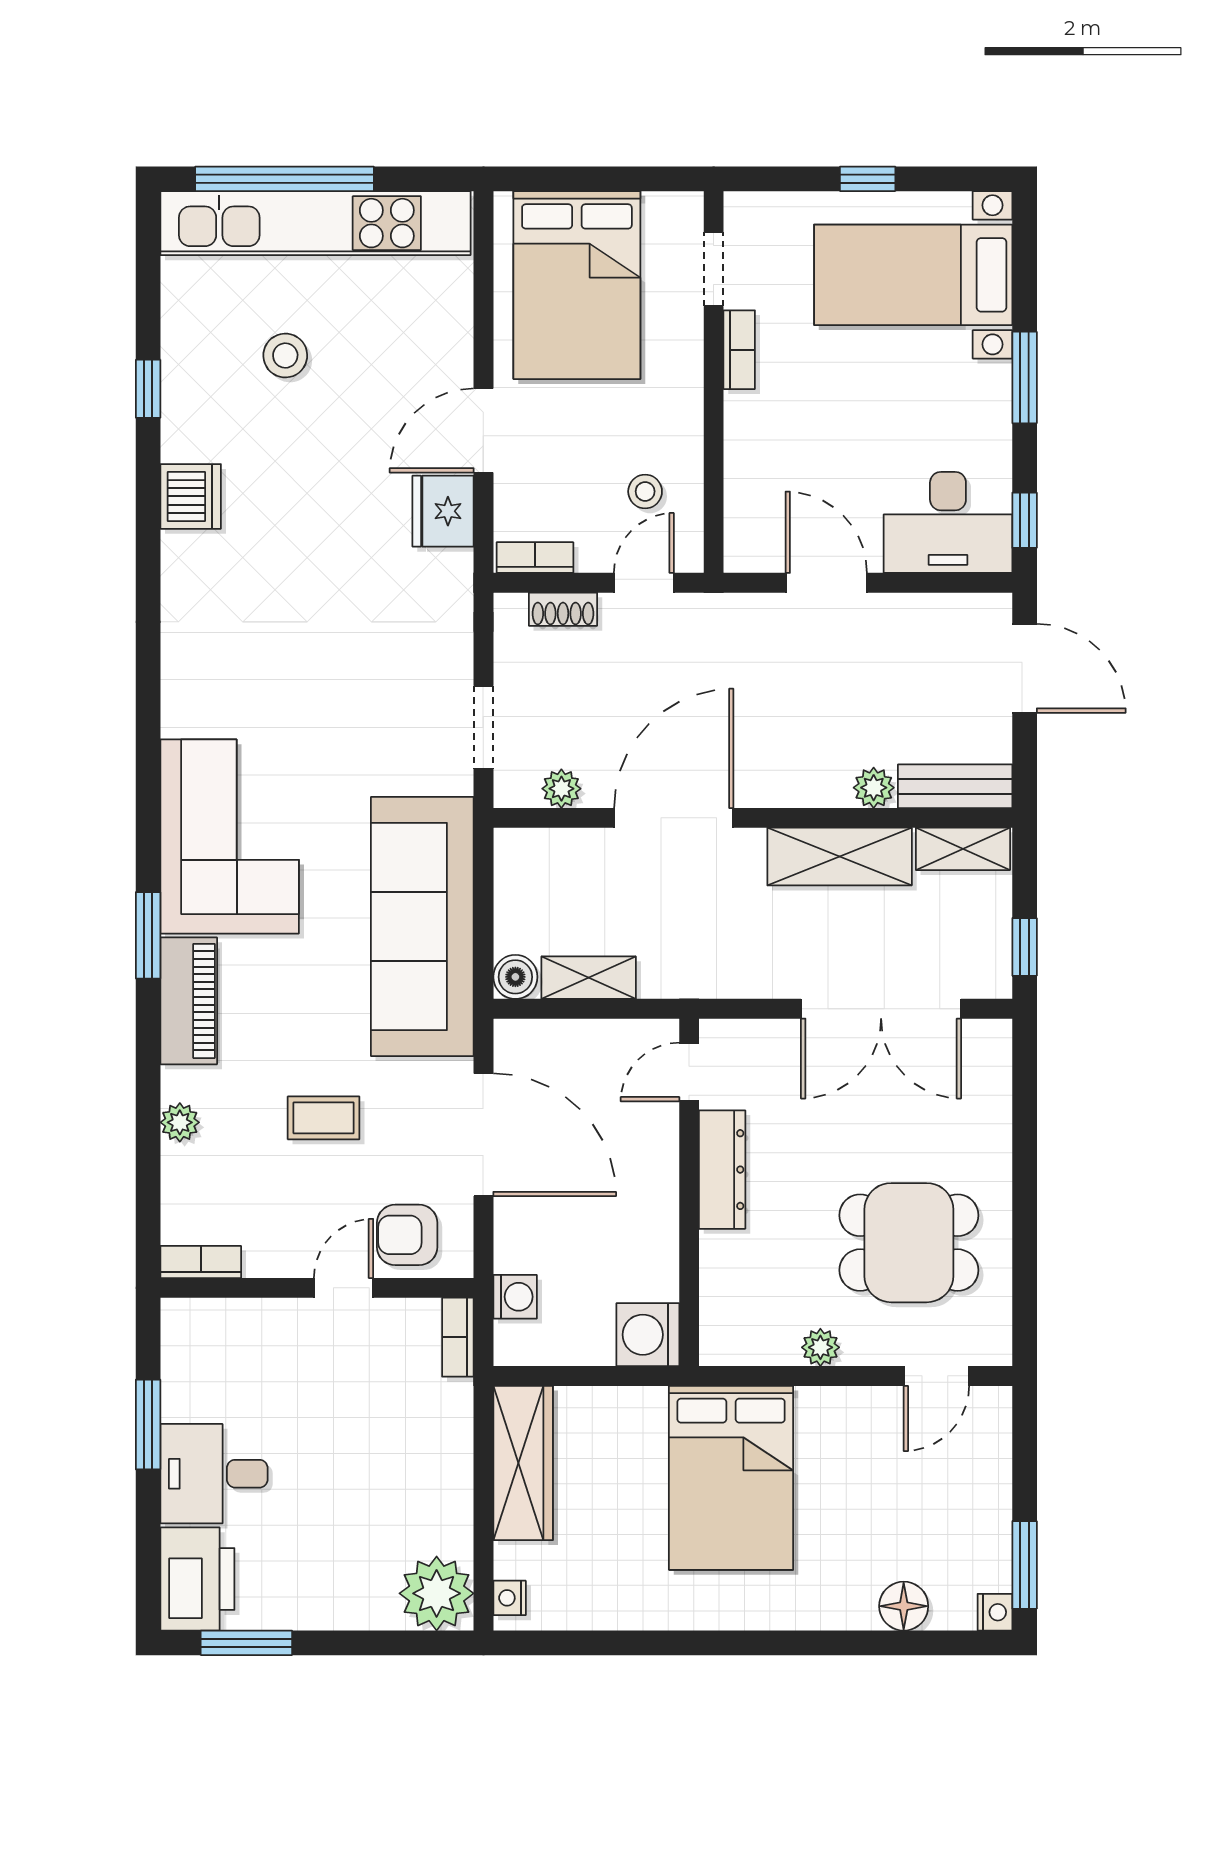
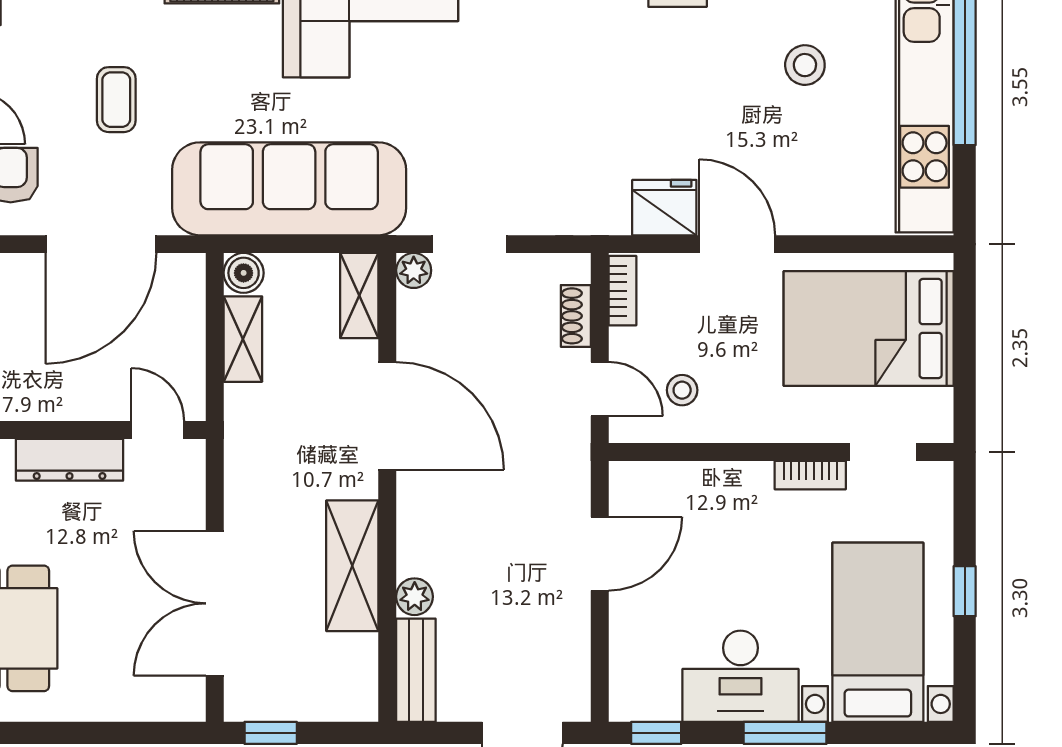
desk: (948, 522) -> (740, 676), moved, turned -90
plant: (561, 789) -> (414, 270), moved
shelving: (963, 849) -> (359, 296), moved

